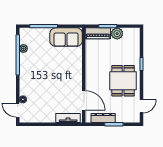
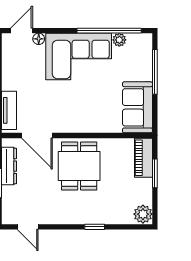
plant: (117, 34) -> (143, 214), moved
corner sofa: (34, 74) -> (79, 56), added
dining table: (123, 81) -> (79, 166), moved, turned 90
door: (84, 100) -> (37, 135), hinge flipped

